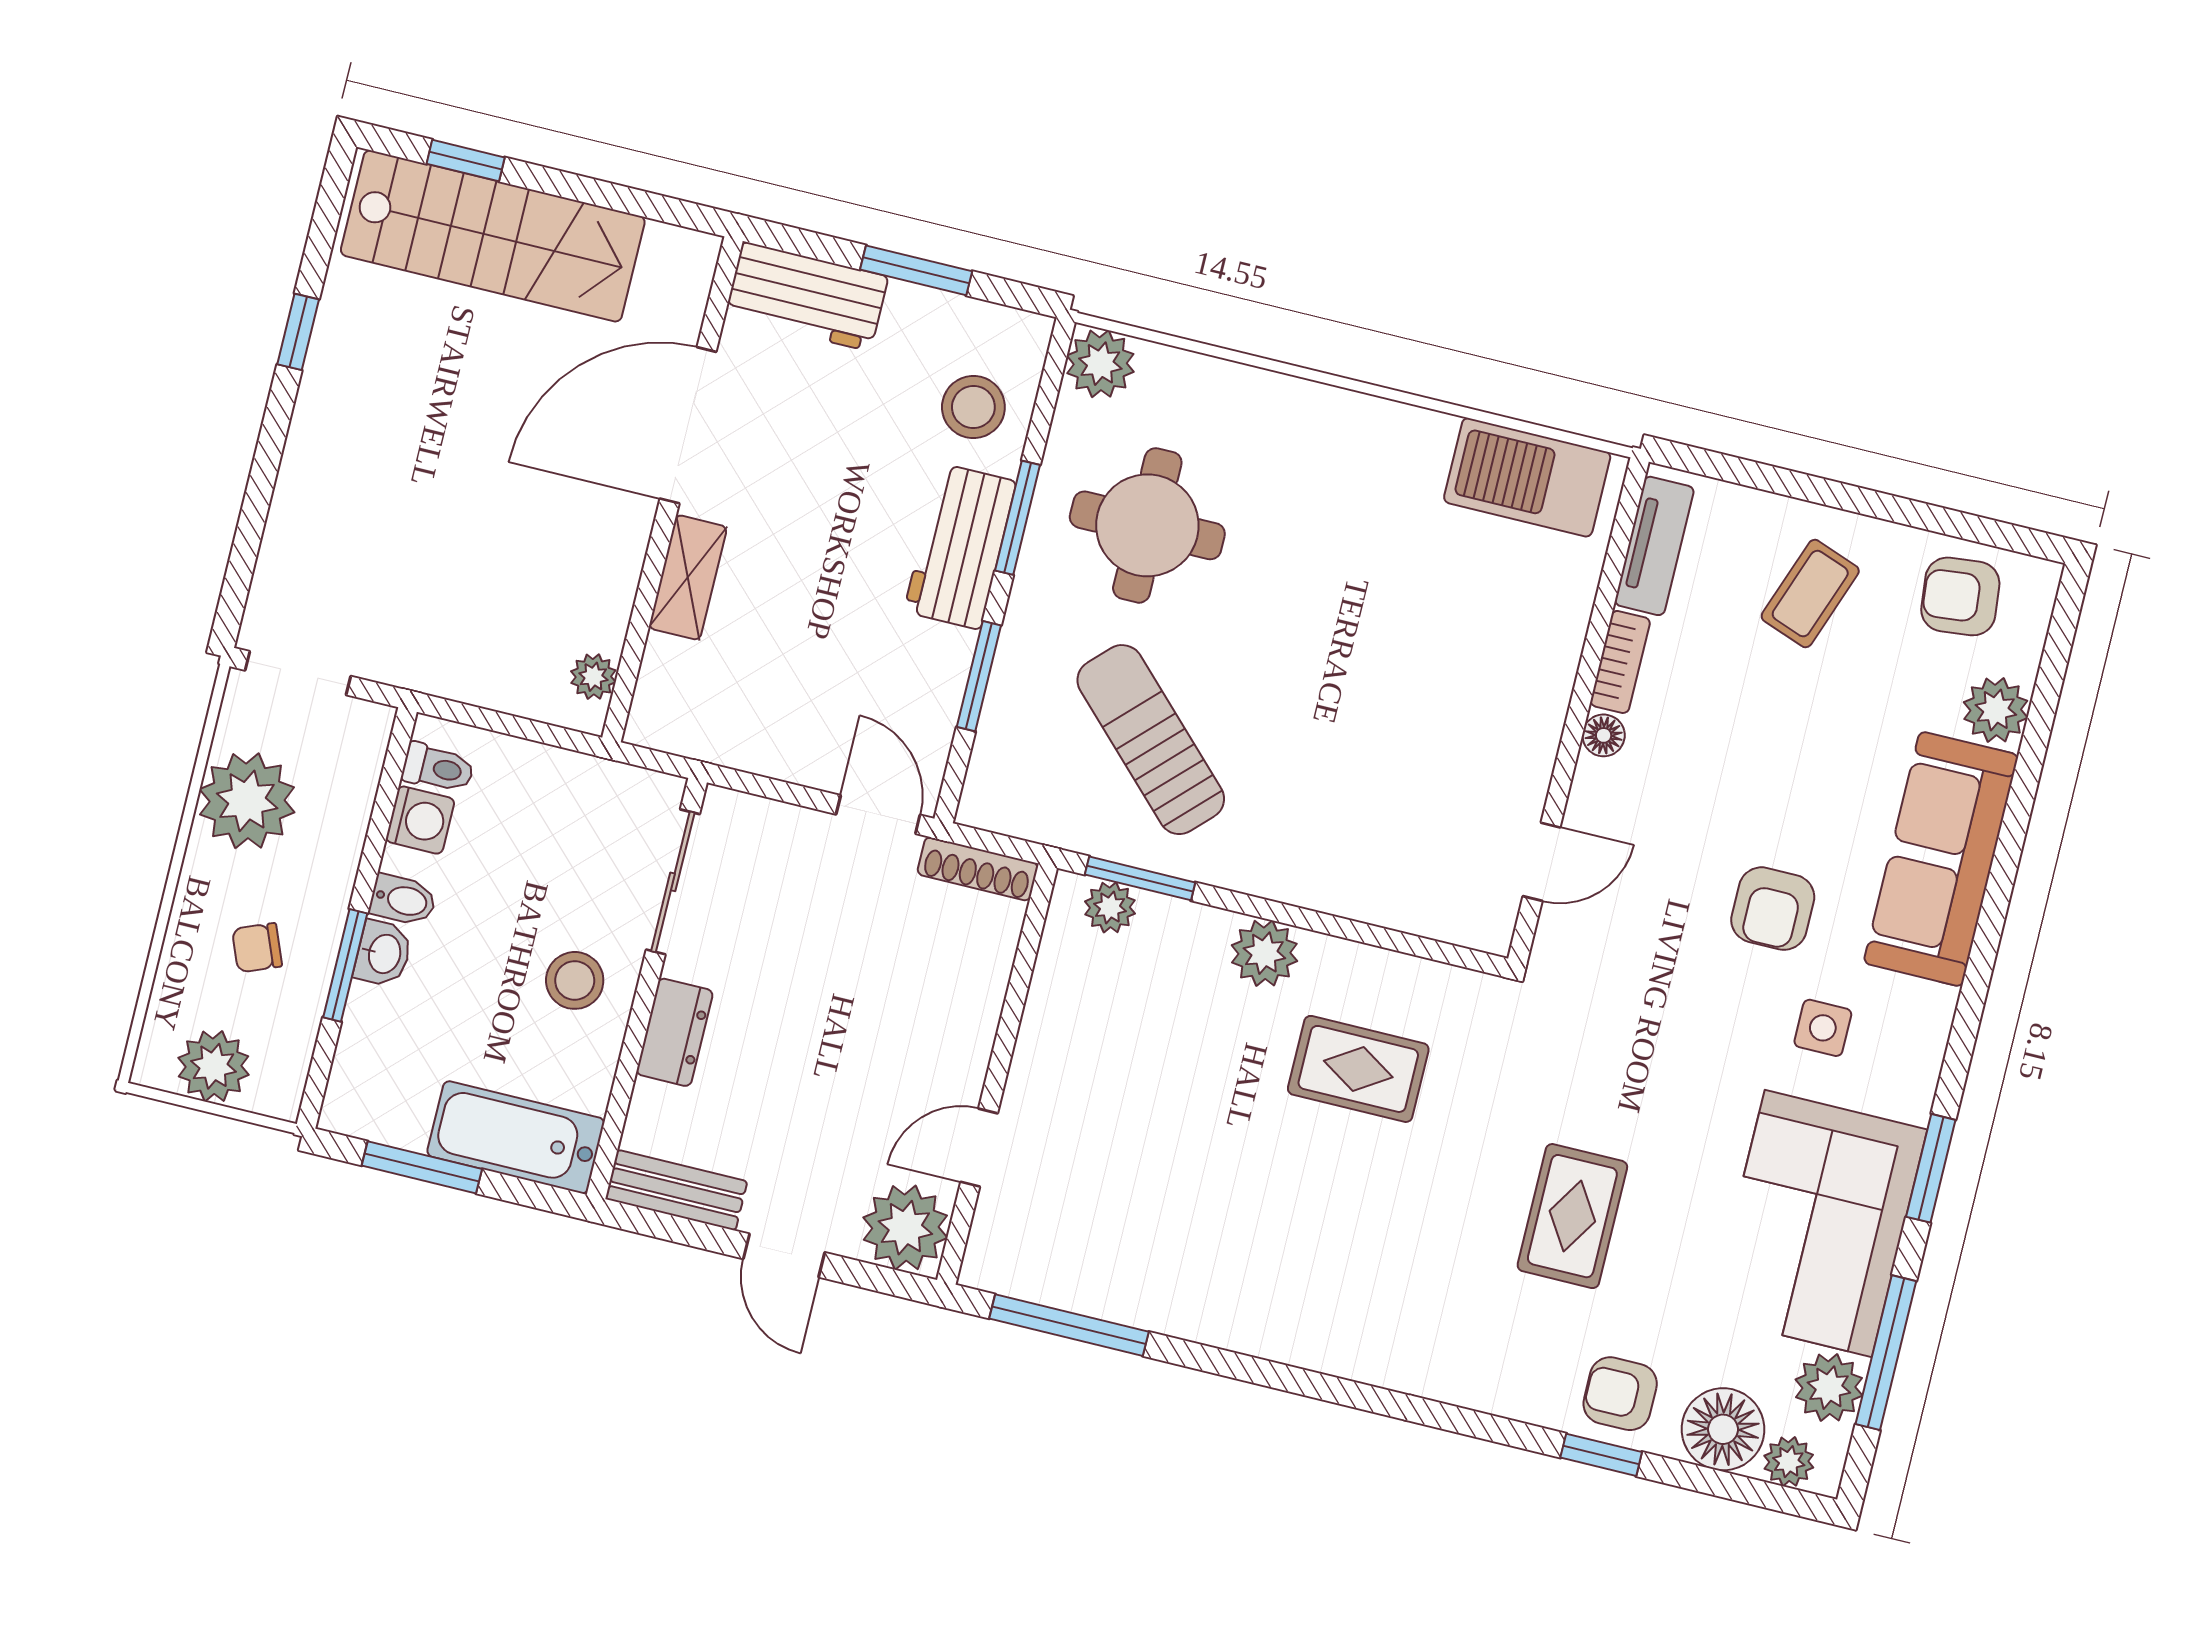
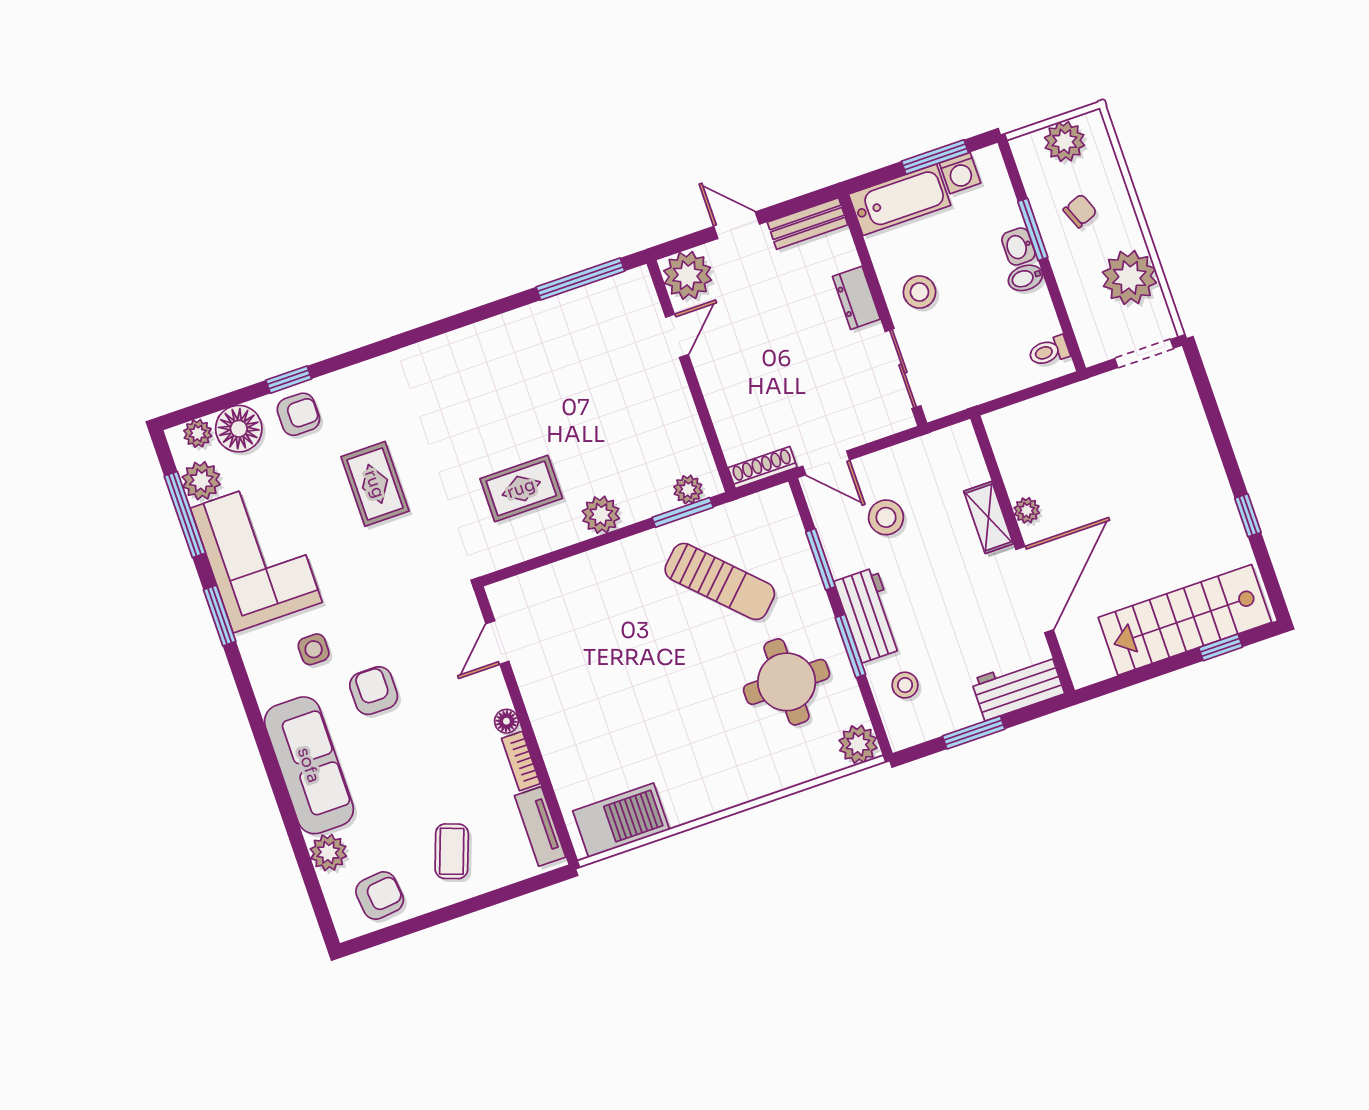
stool: (973, 407) -> (905, 685), width x0.73, depth x0.73
stool: (841, 676) -> (886, 517), added
plant: (593, 677) -> (1027, 510), moved
washing machine: (420, 820) -> (960, 173), moved, turned -90

